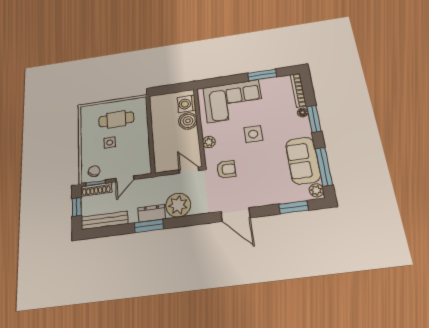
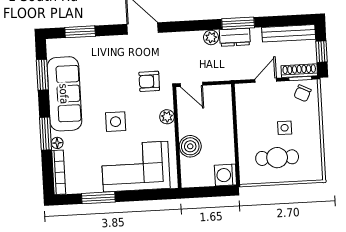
washing machine: (187, 104) -> (225, 175), moved, turned 180
sofa: (303, 160) -> (64, 94), width x1.36
window: (324, 167) -> (42, 75), width x0.69
plant: (316, 190) -> (54, 48), removed
plant: (178, 205) -> (211, 37), width x0.53, depth x0.53

